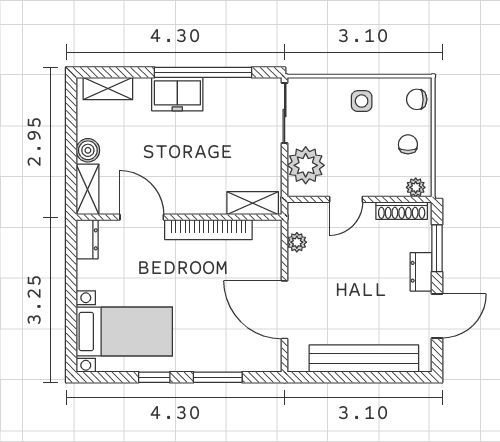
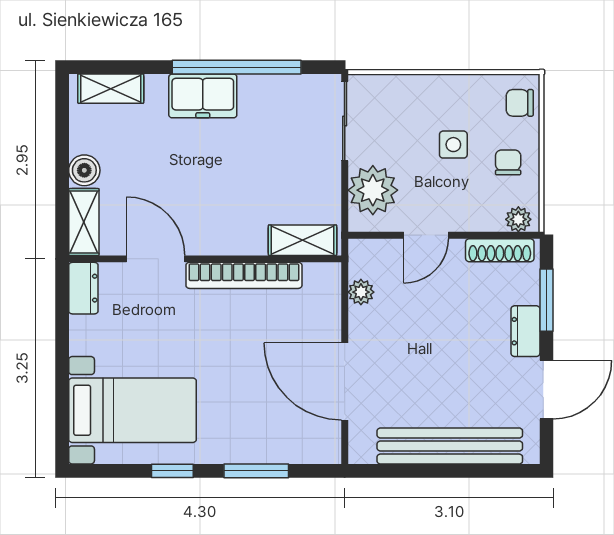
side table: (362, 101) -> (453, 145), moved

